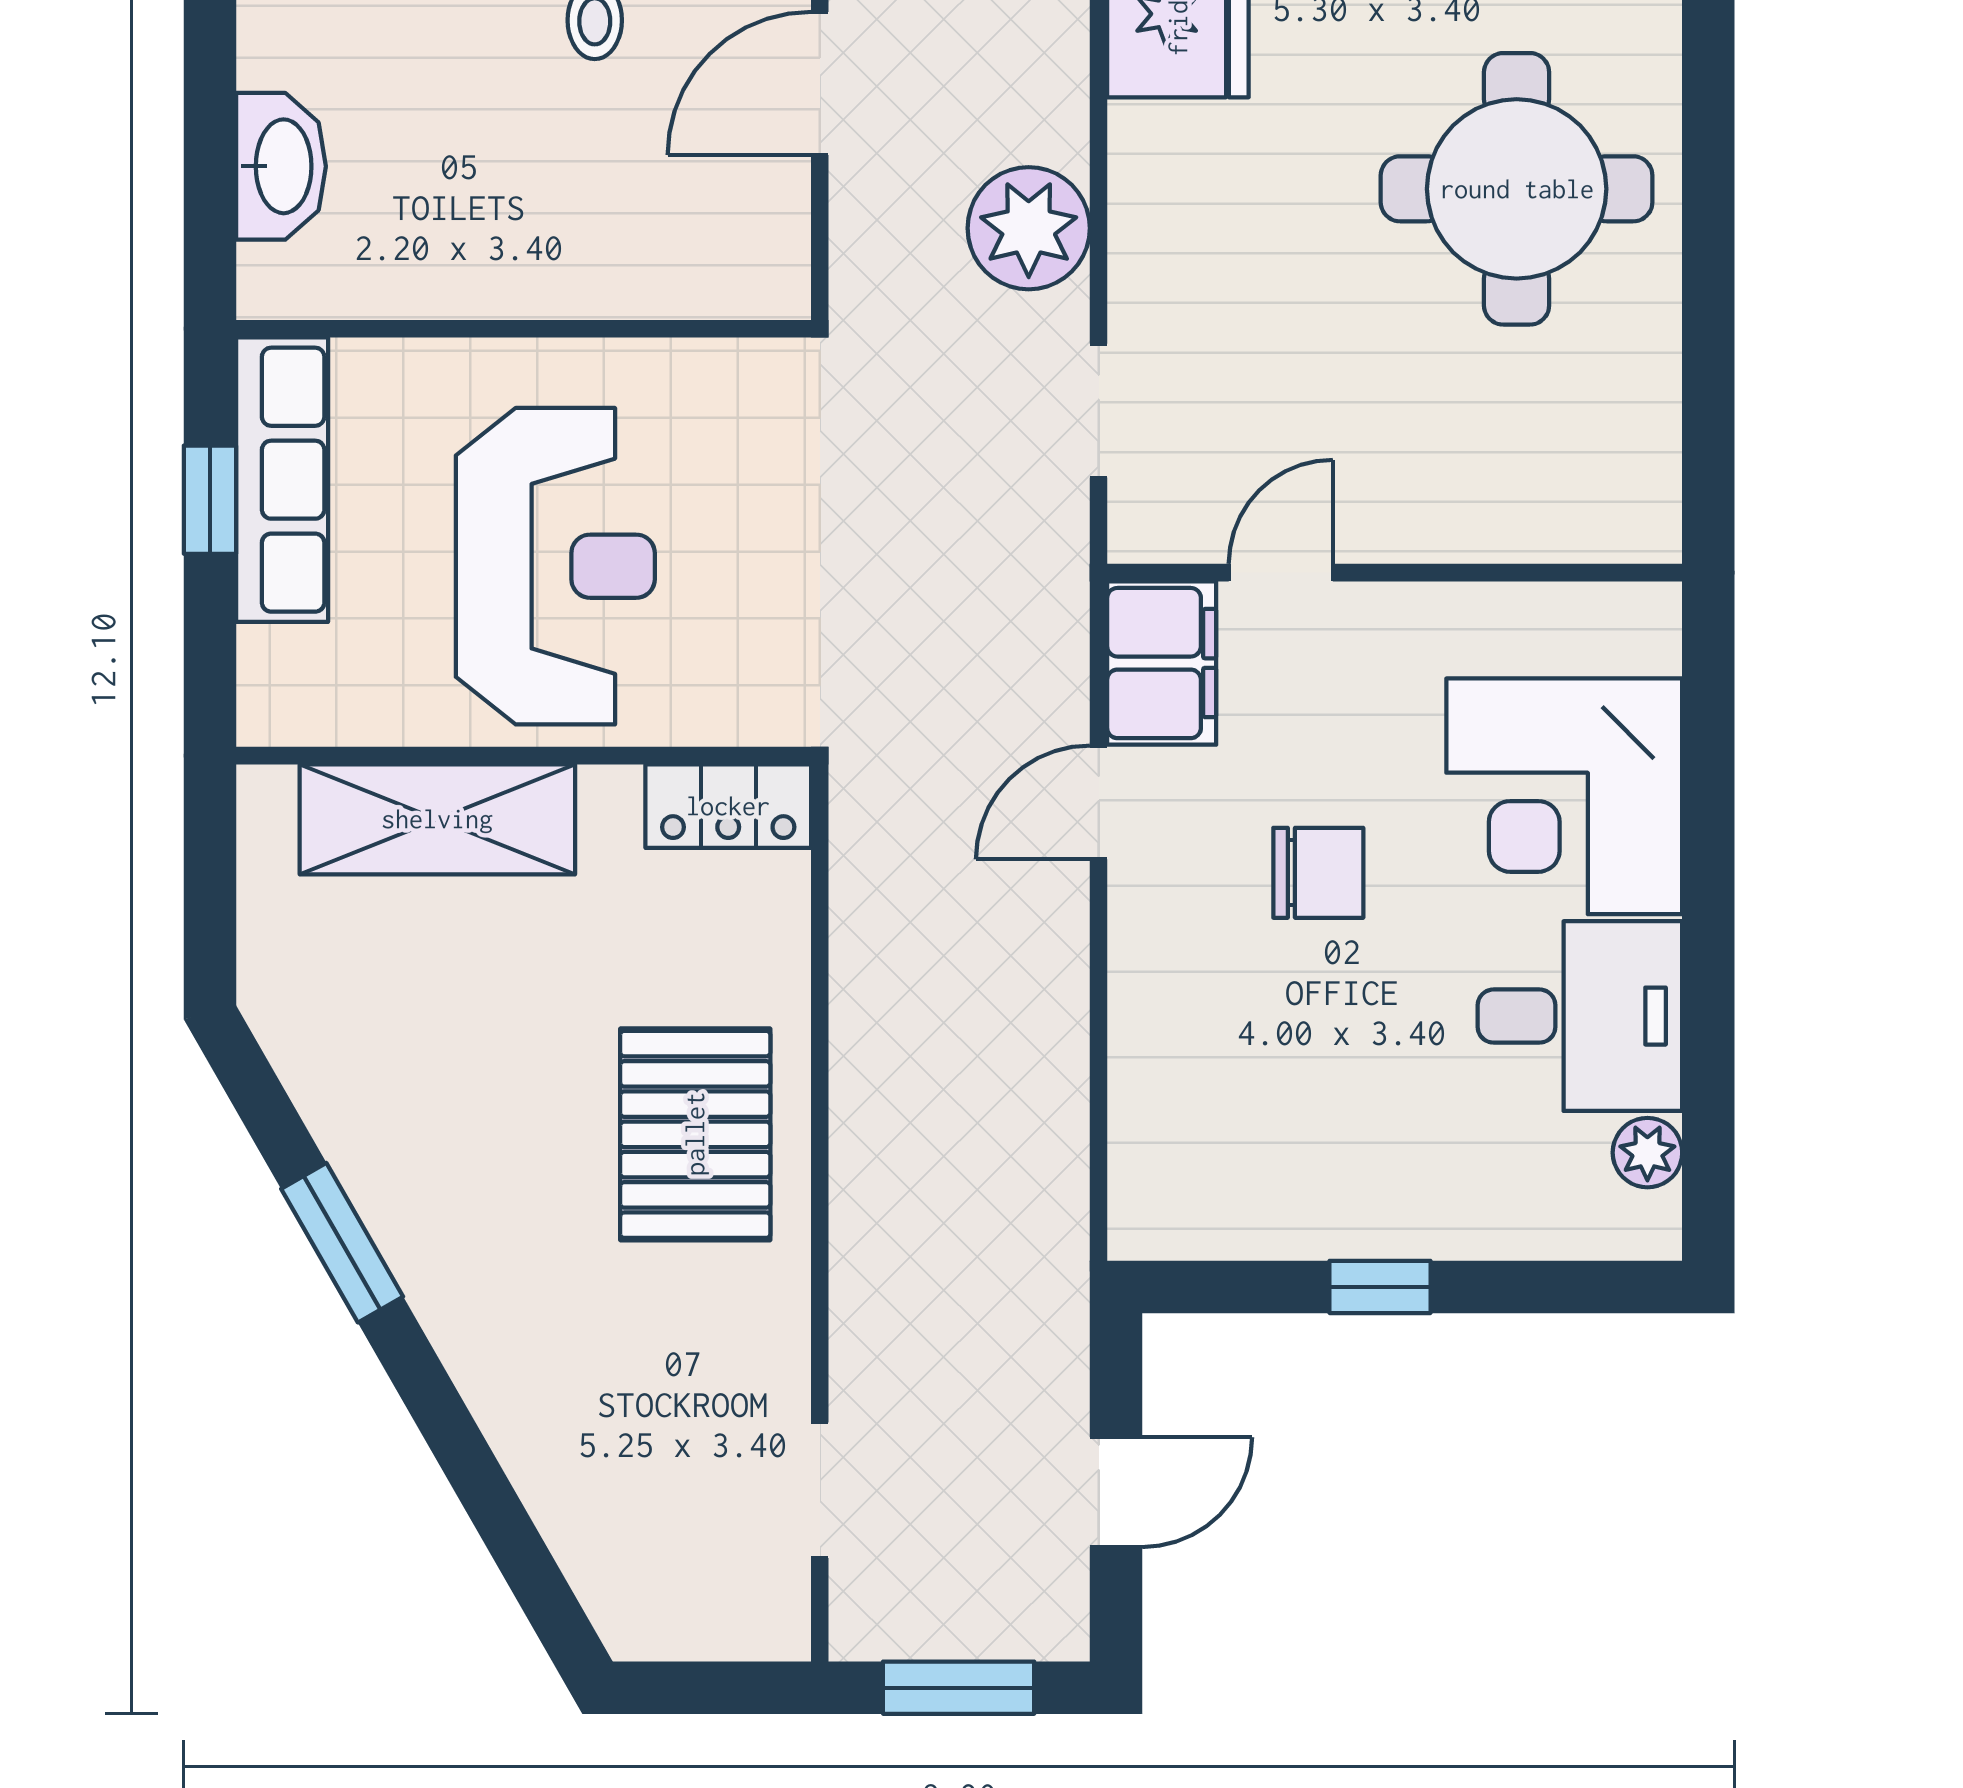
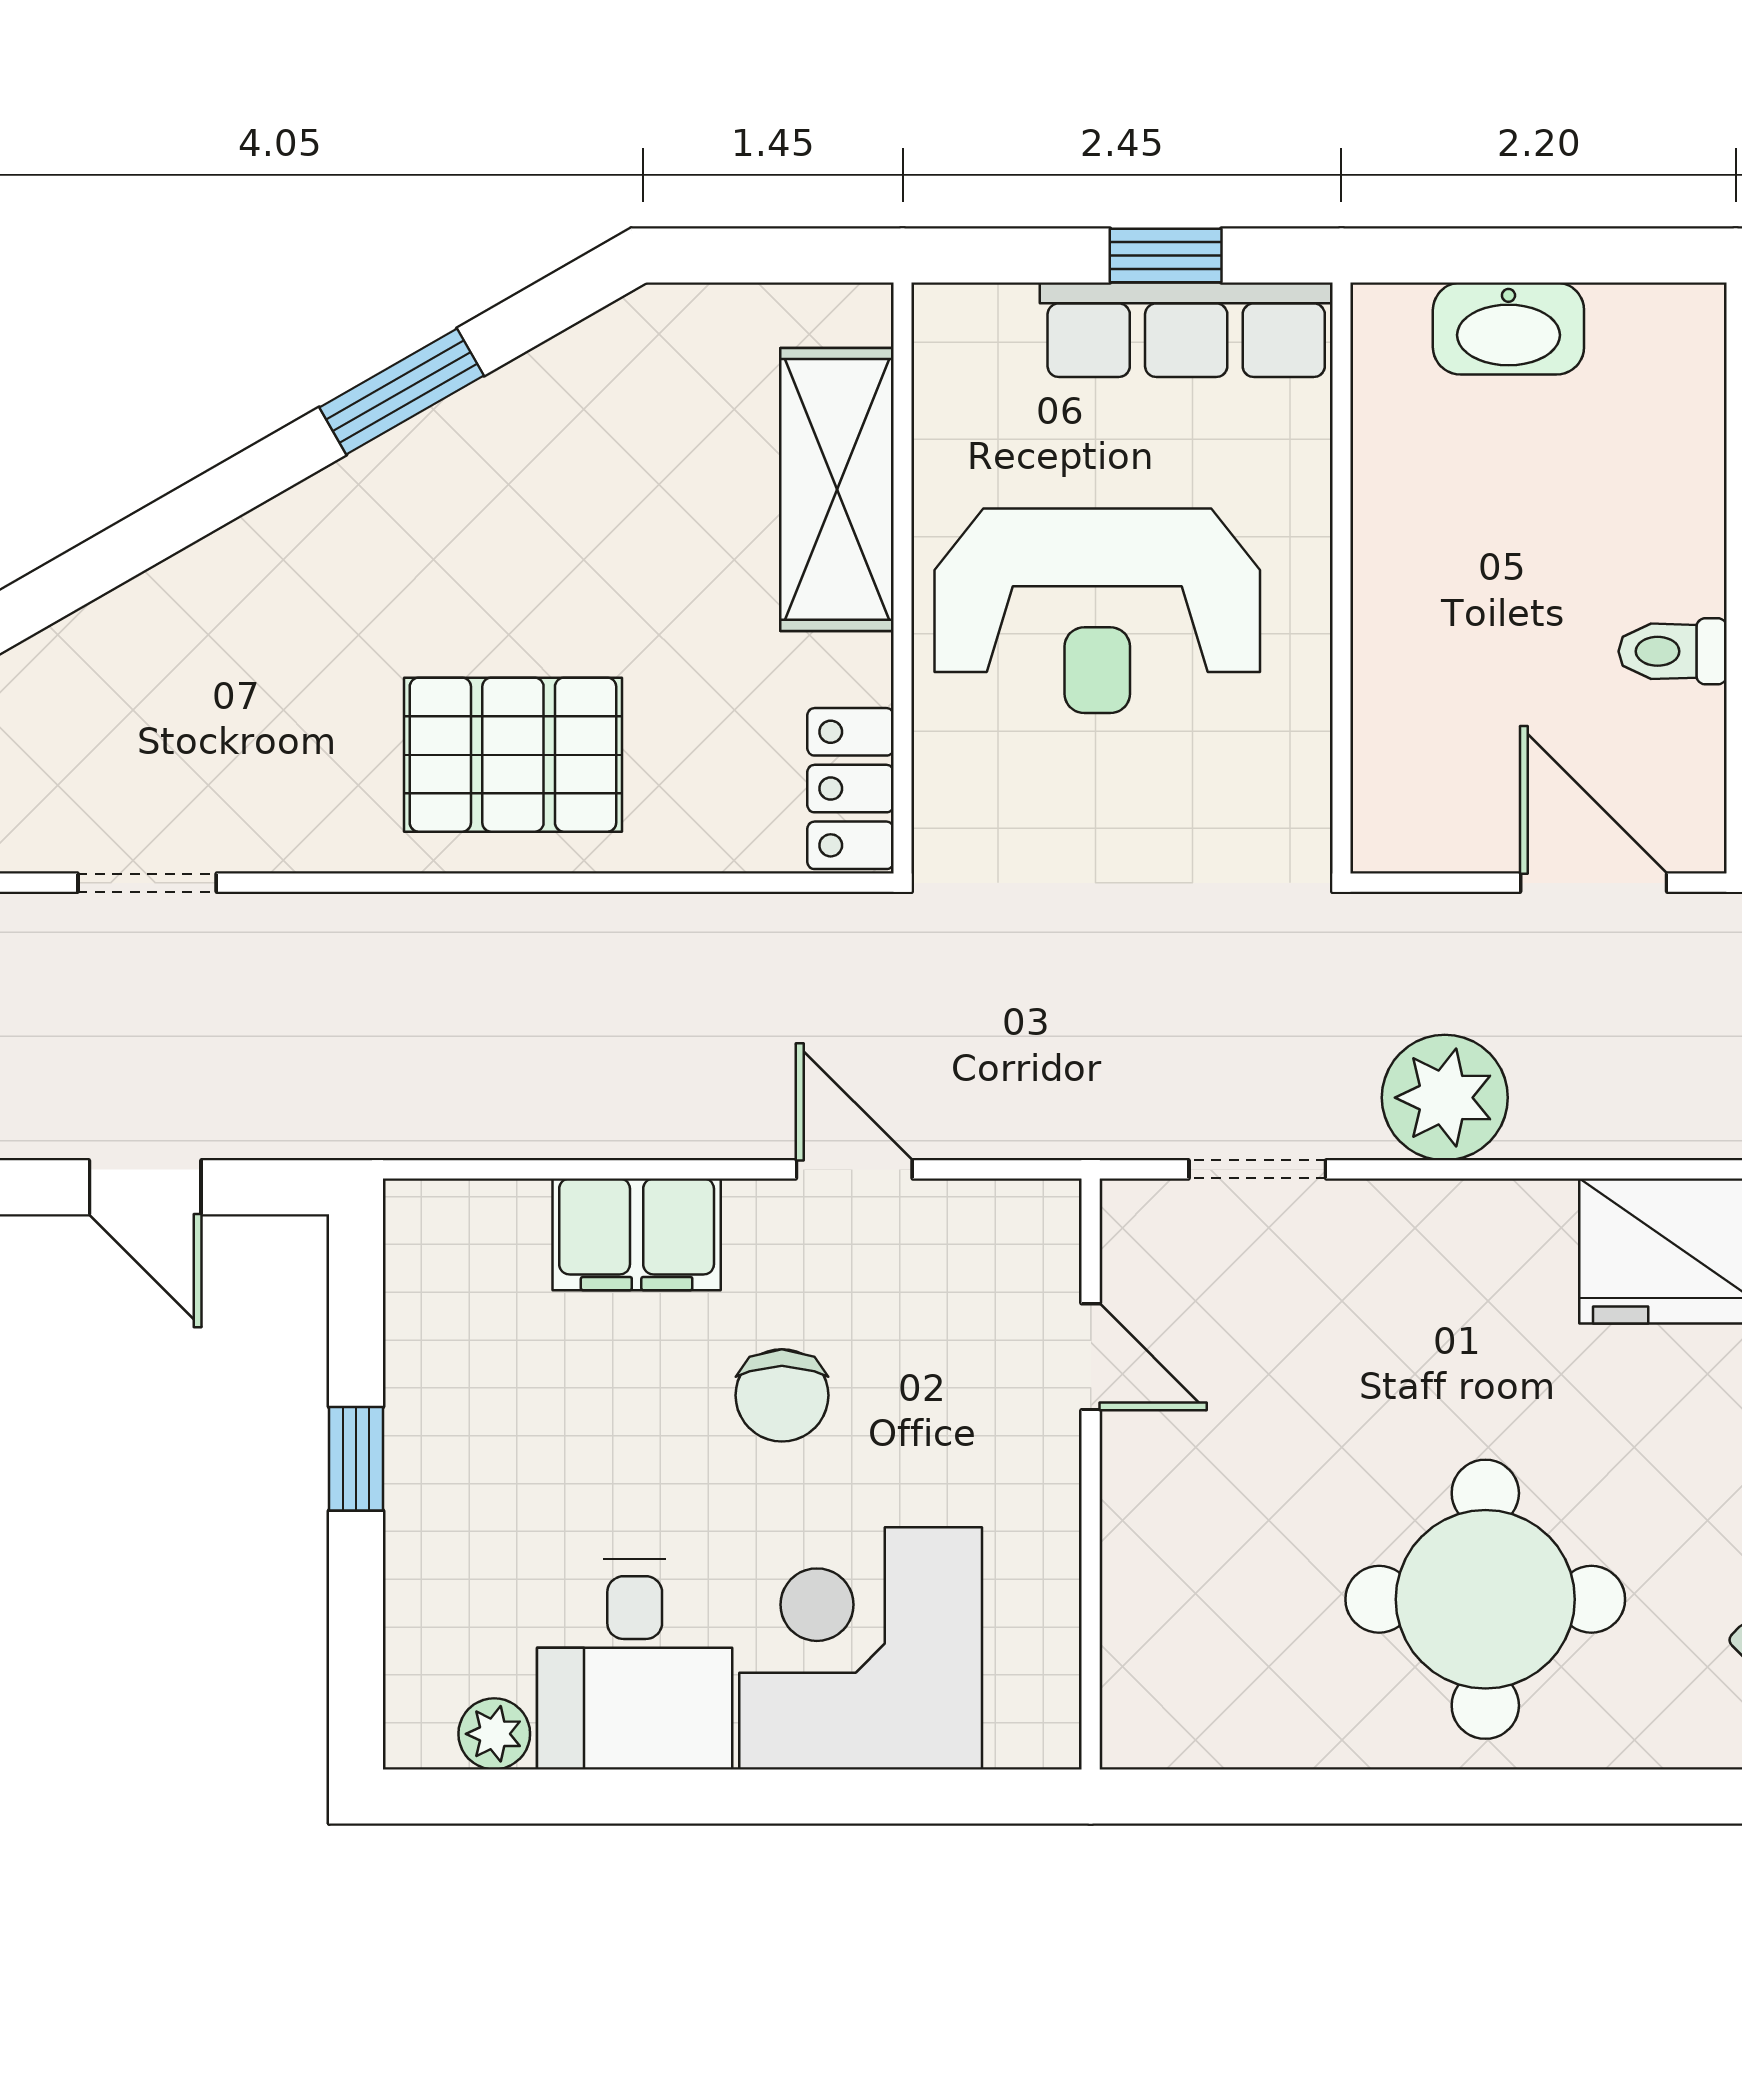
filing cabinet: (1162, 663) -> (637, 1234), moved

